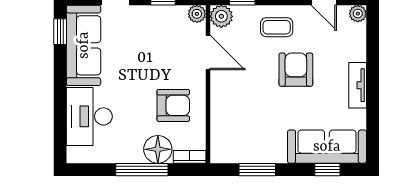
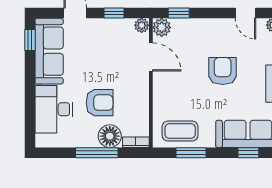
coffee table: (277, 27) -> (180, 131), moved, width x1.36, depth x1.30
armchair: (173, 105) -> (100, 103), moved

